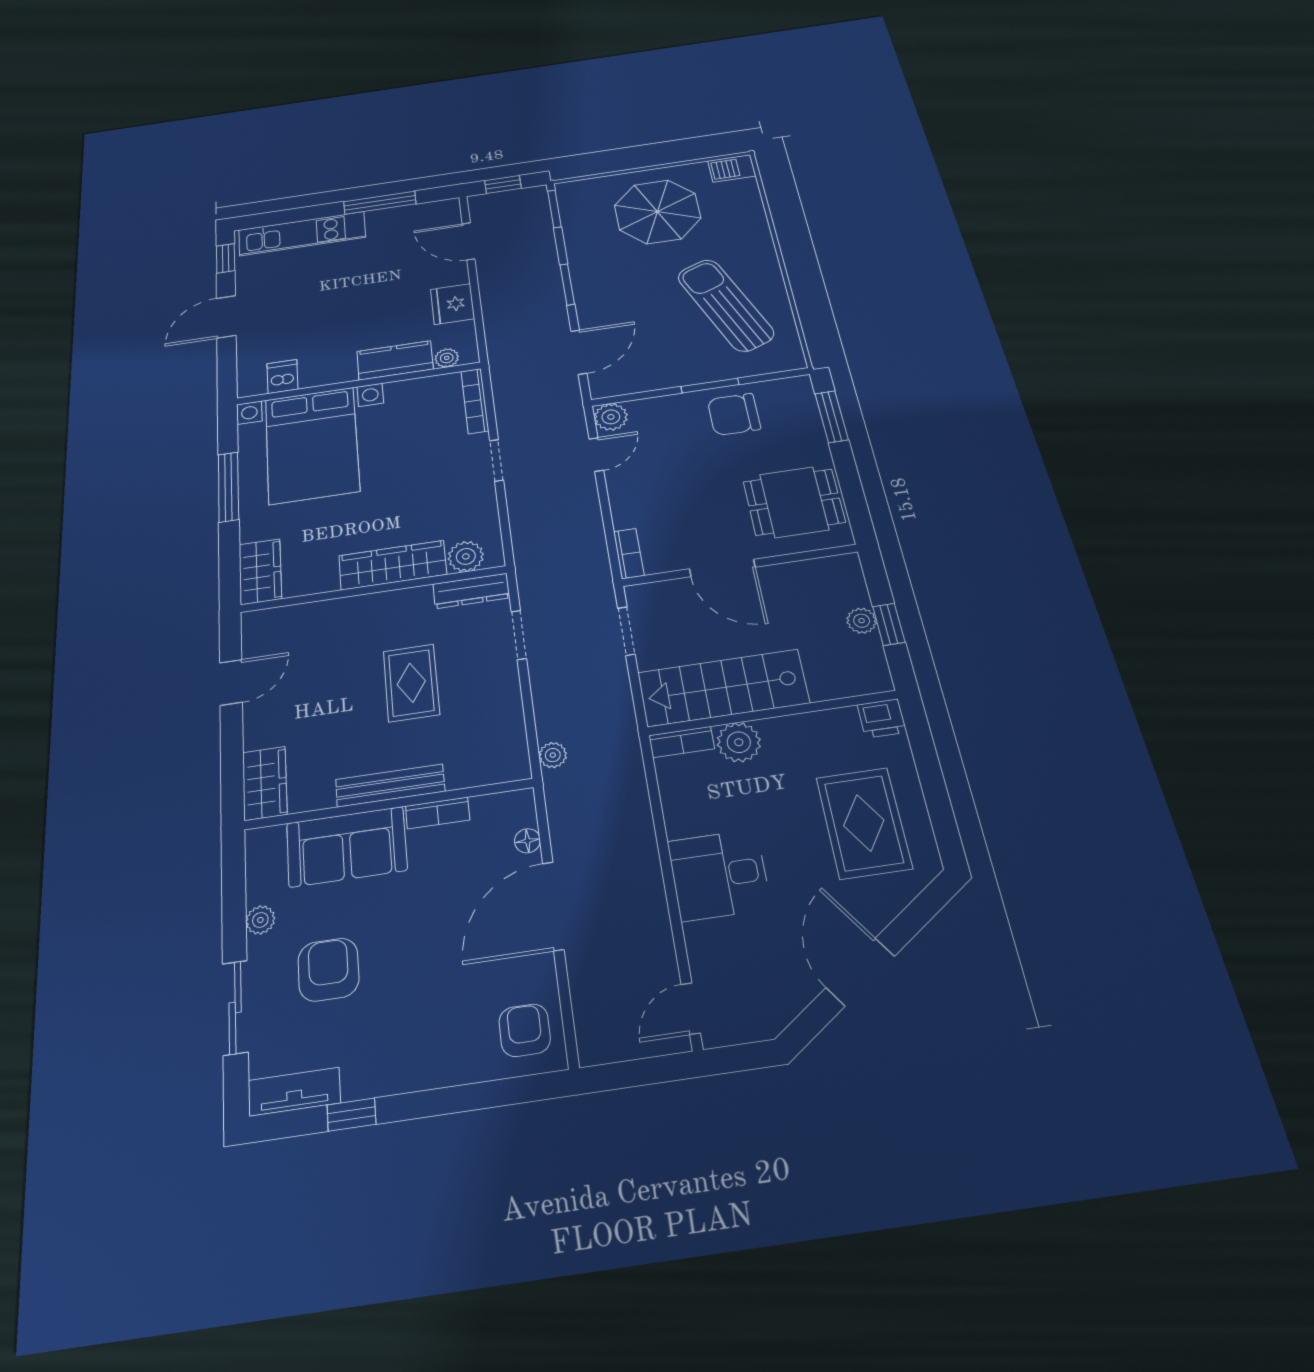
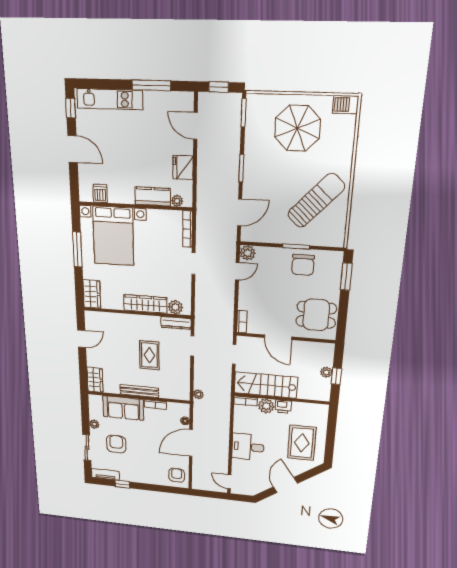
sun lounger: (725, 305) -> (316, 201), turned 65
door: (226, 317) -> (73, 149), swing flipped
chair: (734, 414) -> (303, 265), turned -90
printer: (882, 718) -> (283, 407), moved
door: (691, 1009) -> (229, 482), hinge flipped

